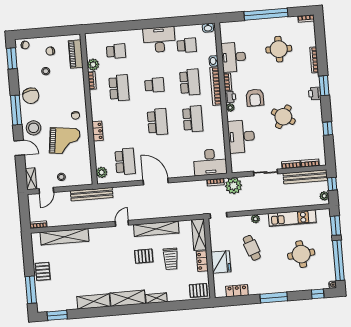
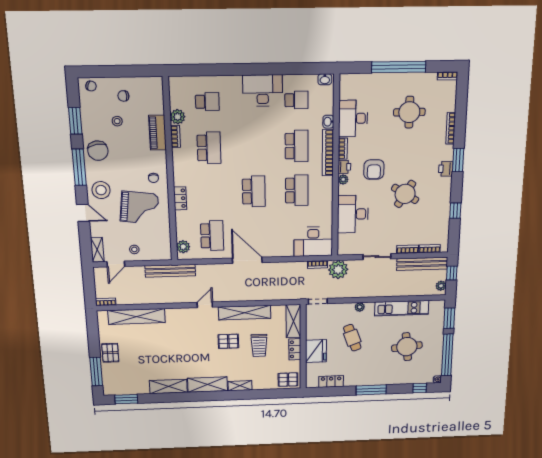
piano: (76, 54) -> (158, 133), moved
window: (12, 58) -> (75, 121), moved
school desk: (154, 85) -> (253, 147), removed

